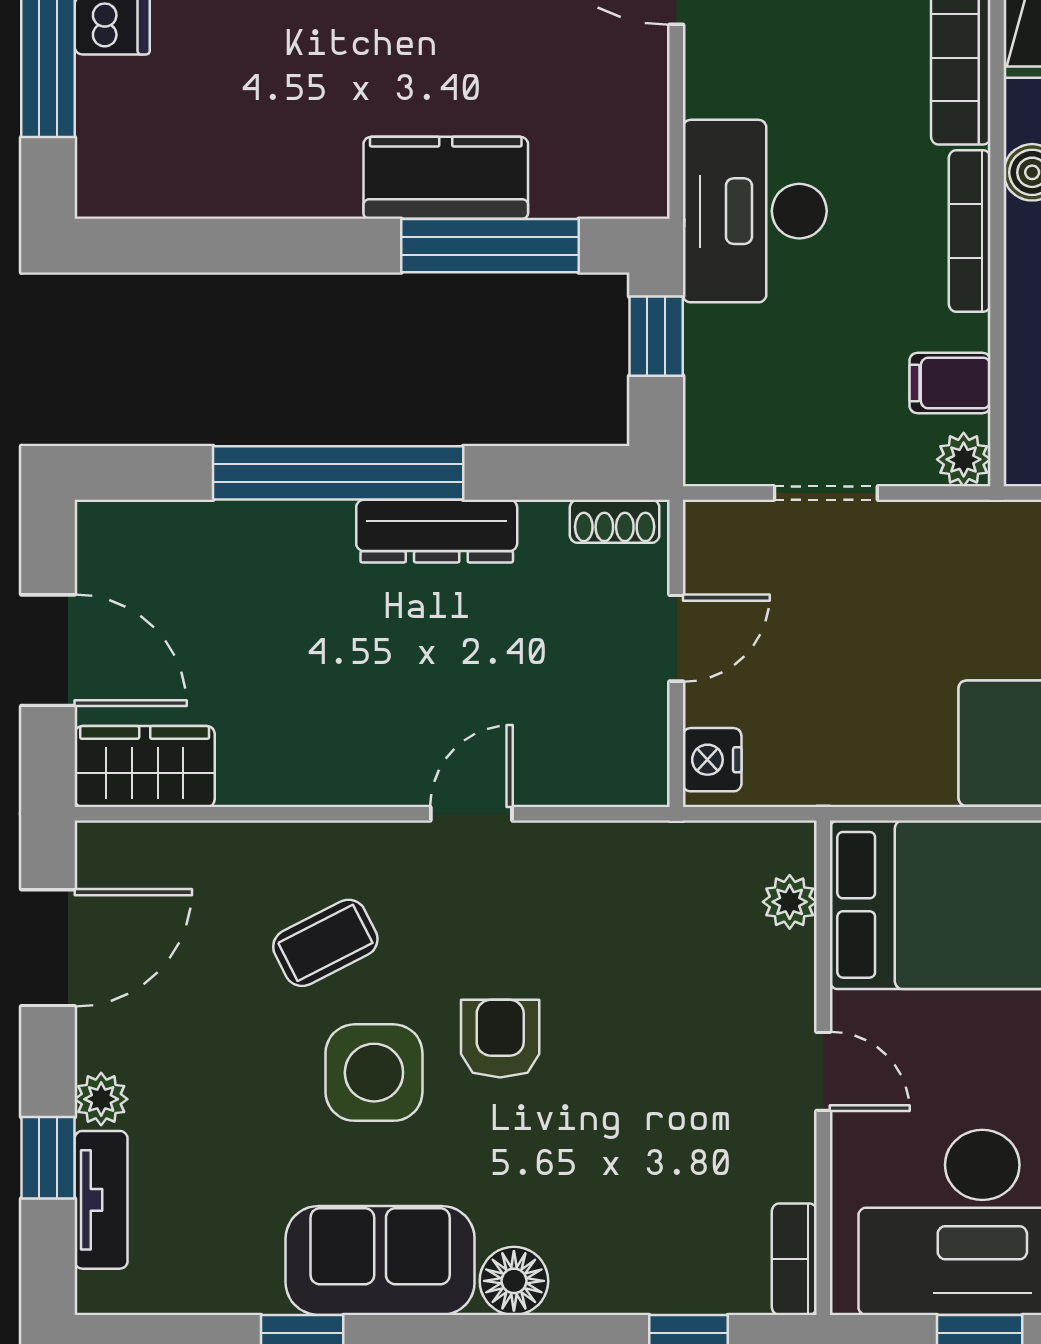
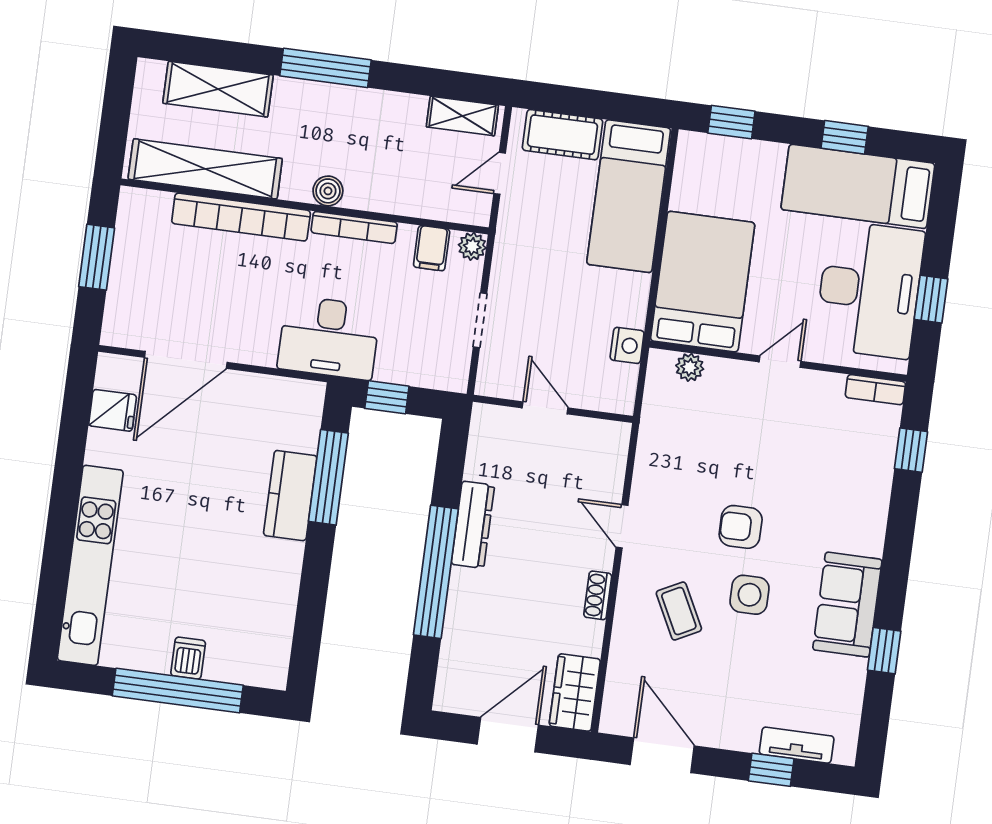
shoe rack: (615, 521) -> (598, 595), moved, turned 180
nightstand: (712, 760) -> (627, 345), moved, turned -90
side table: (374, 1073) -> (749, 595), width x0.73, depth x0.73
plant: (101, 1099) -> (744, 738), removed
floor lamp: (514, 1281) -> (867, 537), removed

